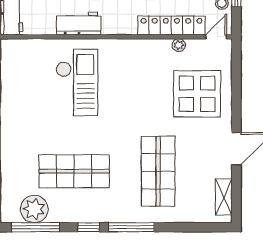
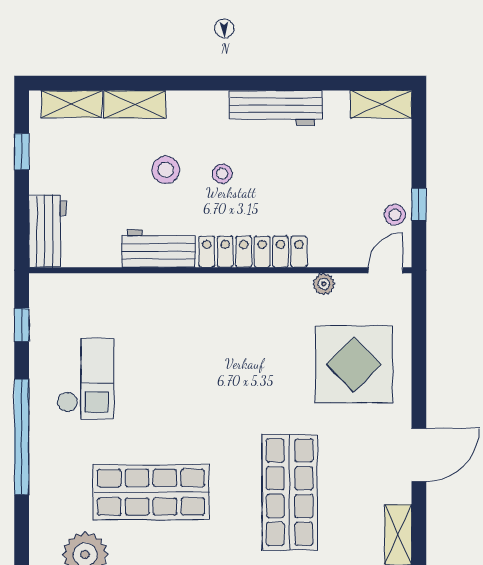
locker: (171, 26) -> (253, 252), moved
checkout: (77, 83) -> (85, 379), moved, width x0.73, depth x0.83

